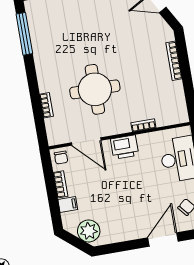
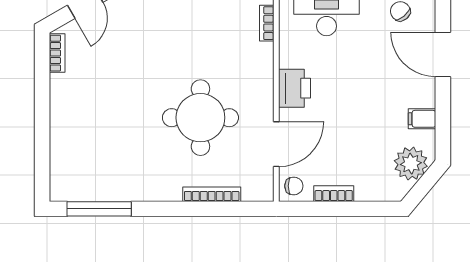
bookcase: (46, 105) -> (212, 194), width x1.56
bookcase: (143, 125) -> (267, 23), moved
filing cabinet: (68, 204) -> (422, 119), moved, turned -90

